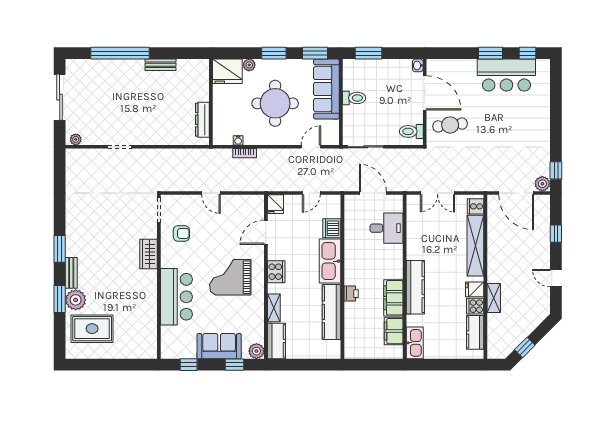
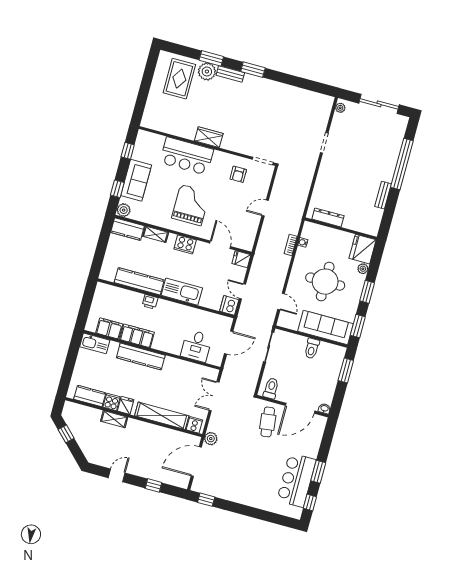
plant: (542, 184) -> (211, 439), moved
dishwasher: (332, 228) -> (229, 305), moved, turned -90
wardrobe: (149, 254) -> (209, 137), moved

